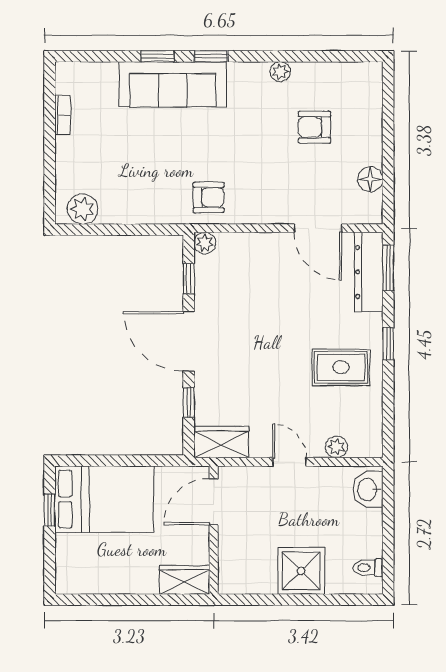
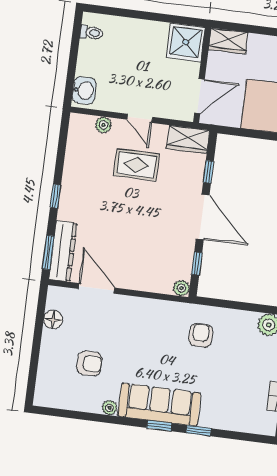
sofa: (173, 84) -> (159, 405), moved
armchair: (209, 197) -> (201, 335), moved, turned 90
rug: (341, 367) -> (136, 165), moved
shower: (301, 571) -> (186, 42), moved

